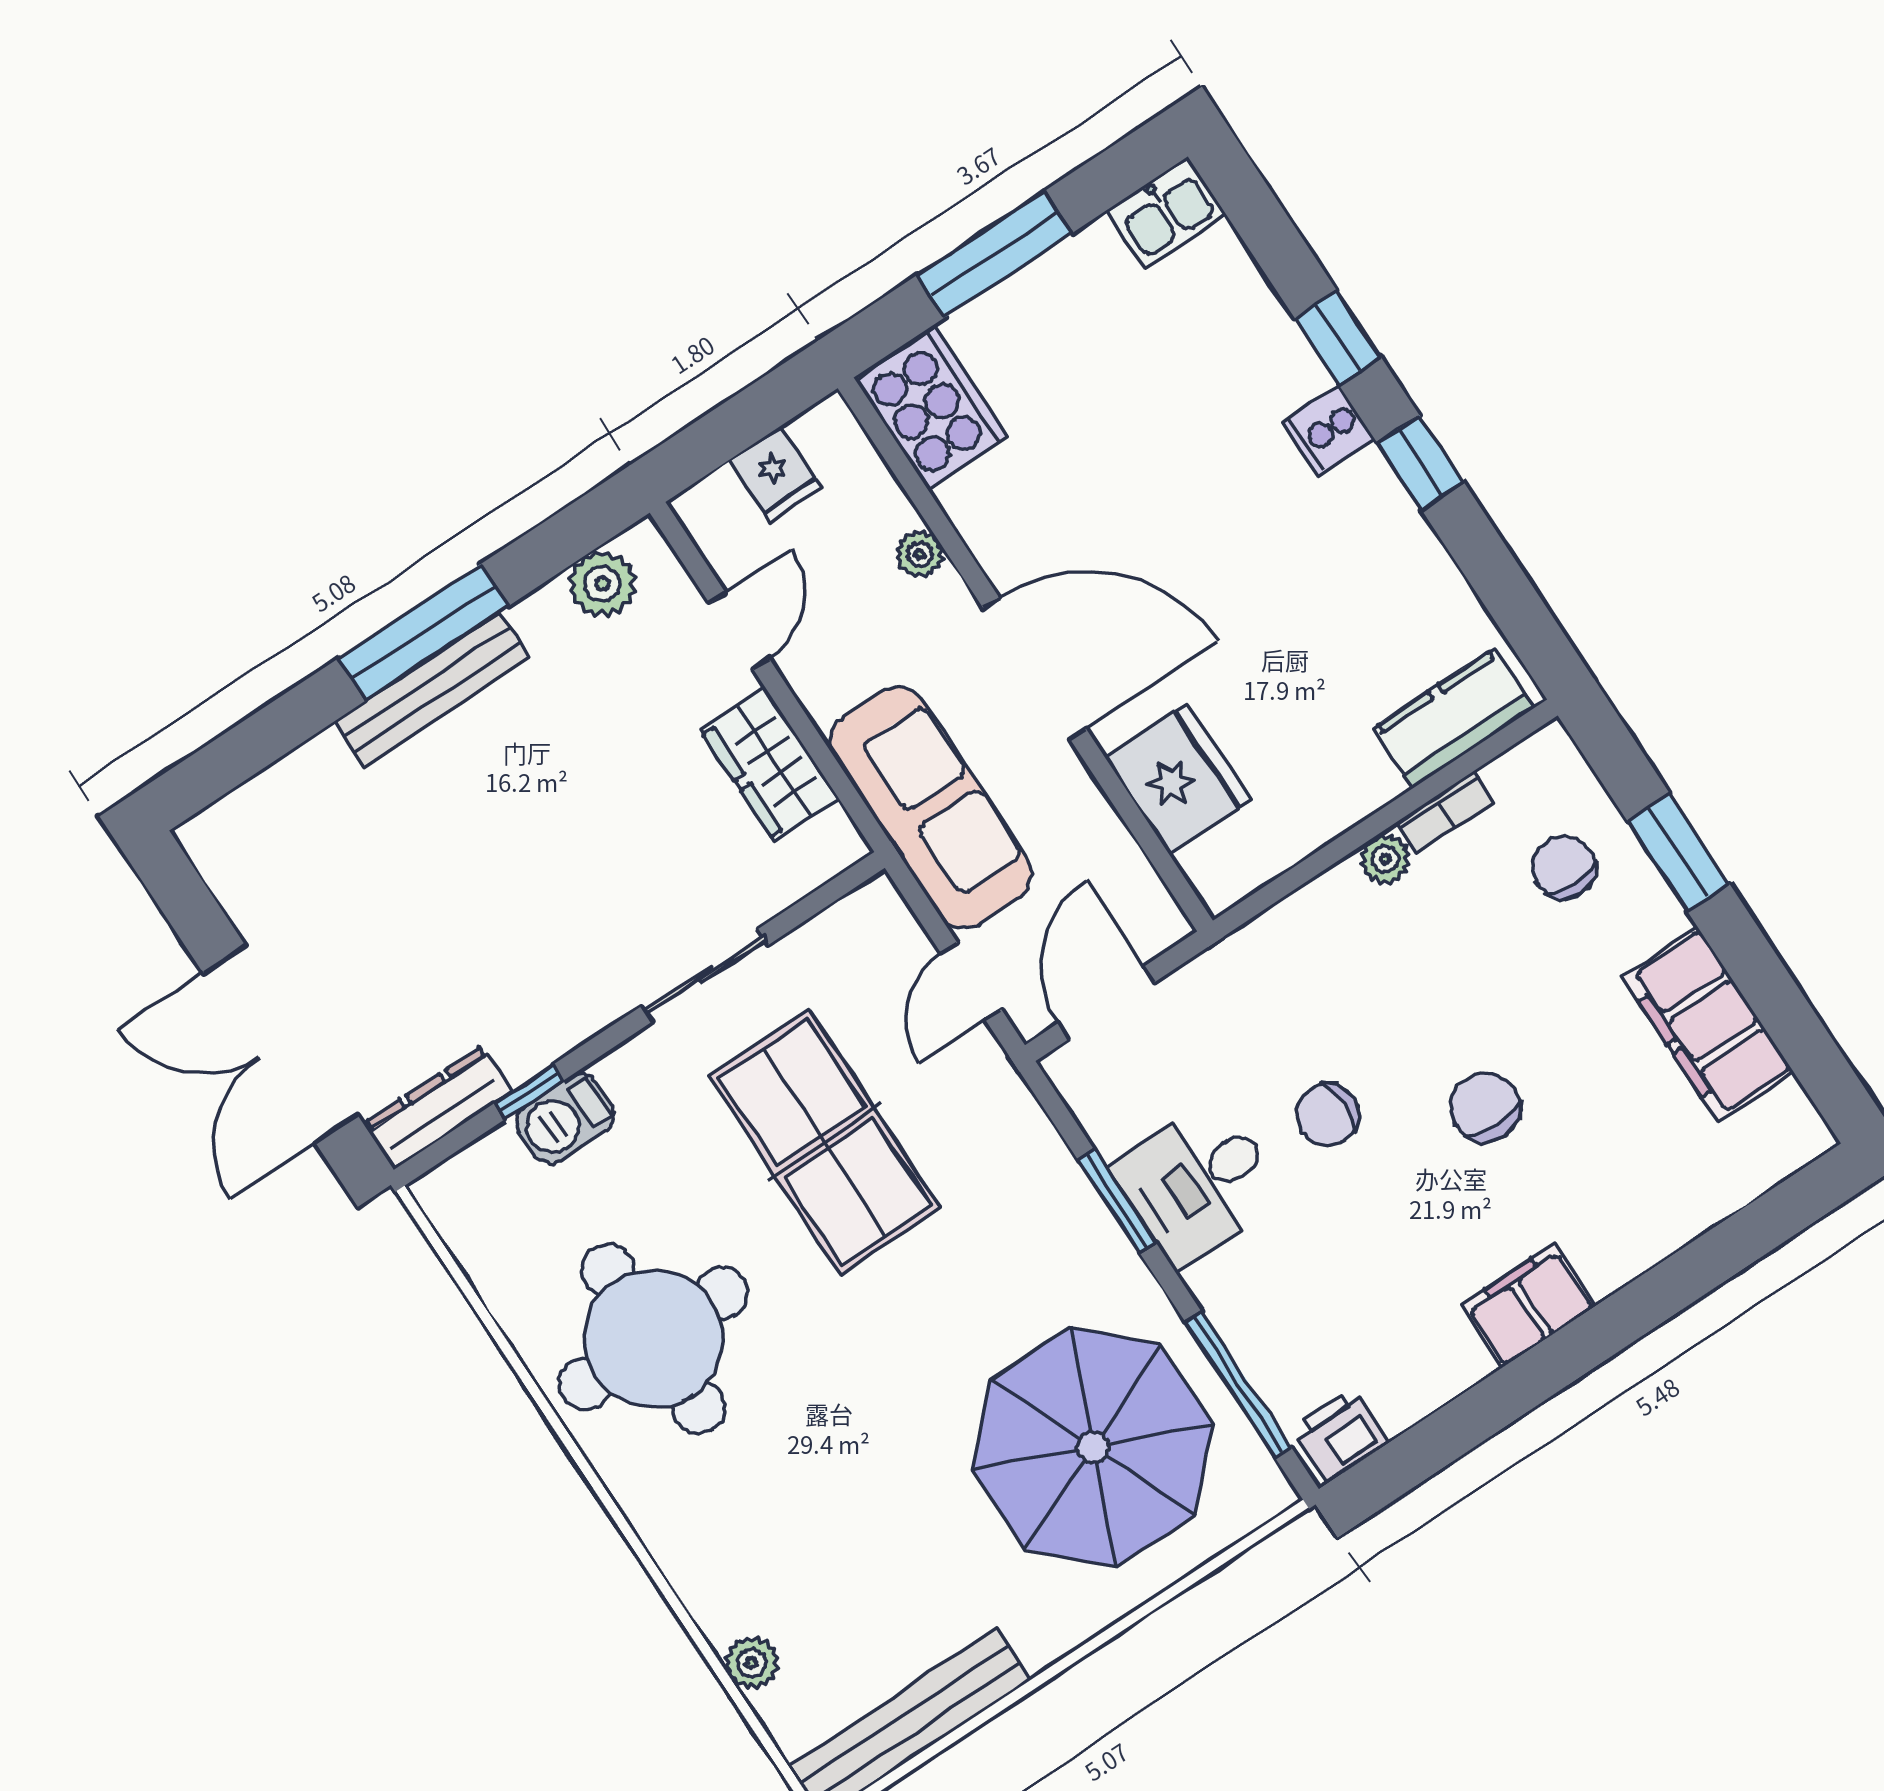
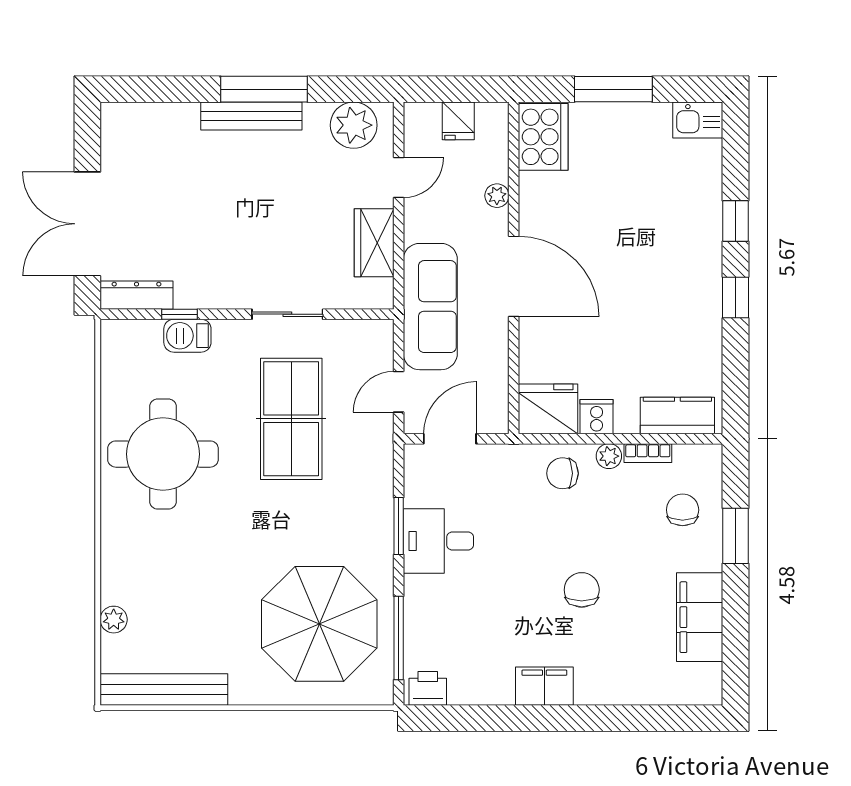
cooker: (1328, 430) -> (597, 417), moved, turned 90
plant: (602, 584) -> (354, 125), width x1.36, depth x1.36
fridge: (1178, 779) -> (548, 409), moved, turned -90
chair: (1328, 1115) -> (563, 473), moved

